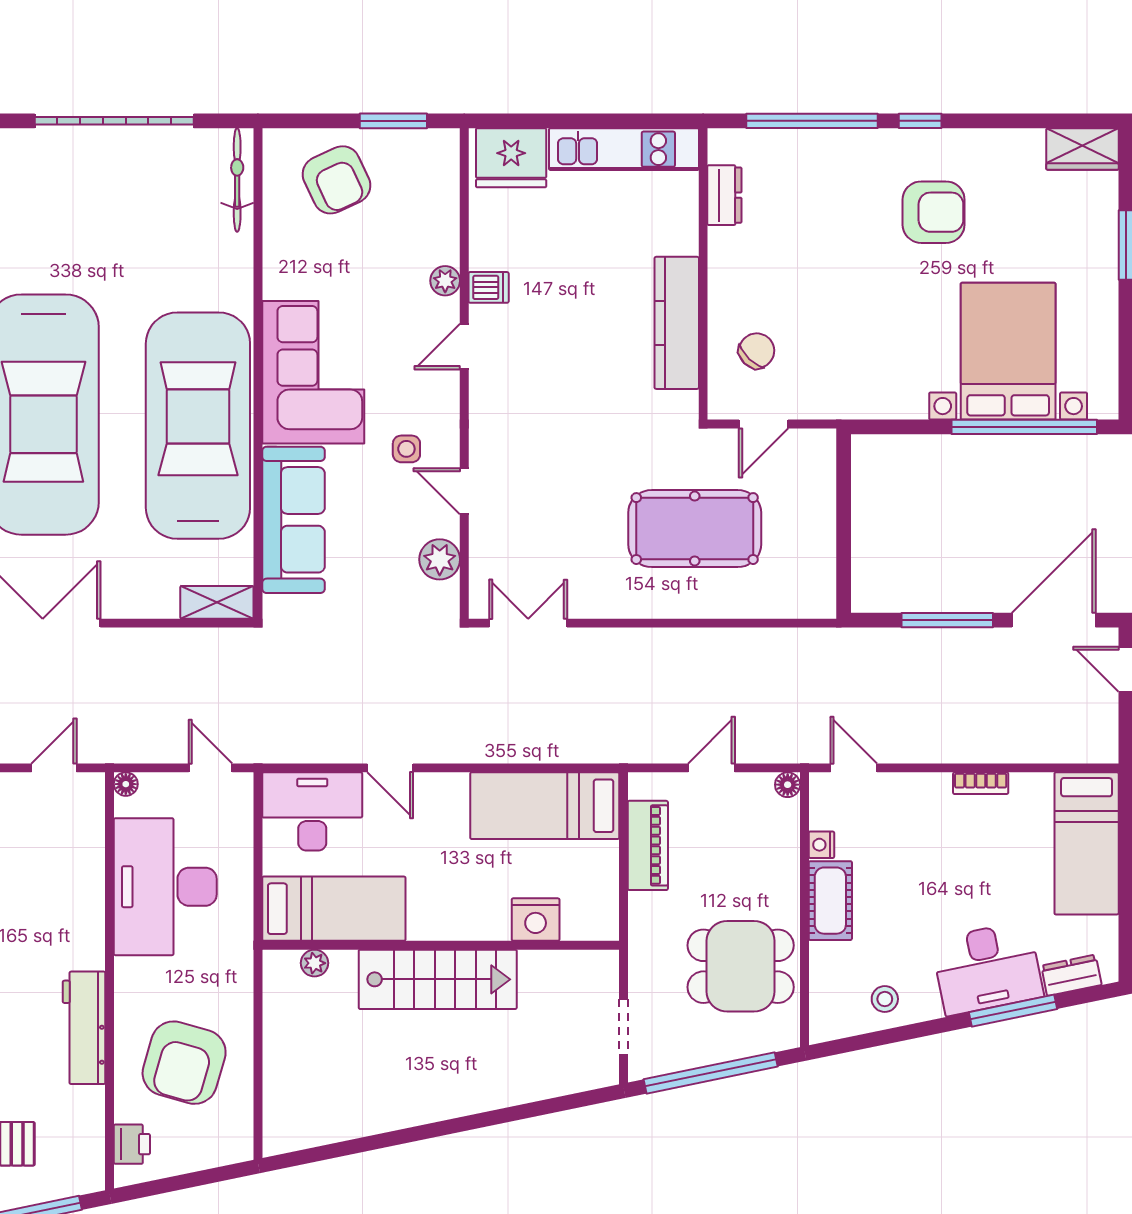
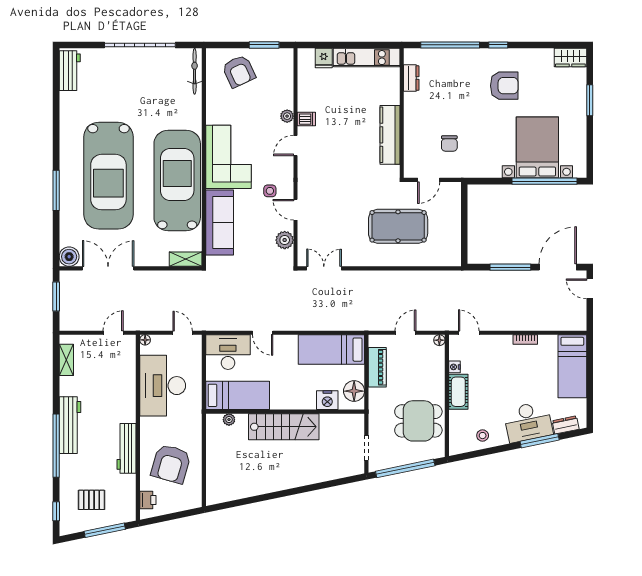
fridge: (511, 158) -> (324, 58), width x0.53, depth x0.75
chair: (757, 351) -> (449, 143), moved, turned 136
floor lamp: (596, 899) -> (354, 391), added

